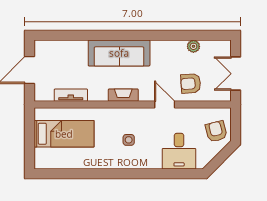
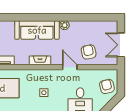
plant: (193, 46) -> (65, 25), moved
armchair: (191, 83) -> (89, 52), turned 82

